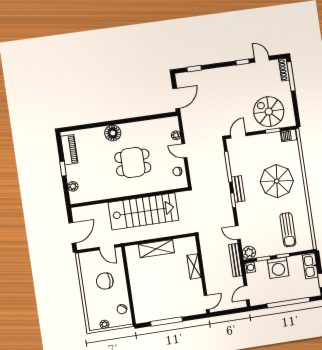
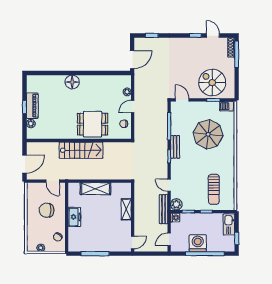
door: (238, 136) -> (182, 100), hinge flipped
piano: (69, 150) -> (32, 106), moved
door: (184, 151) -> (133, 106), hinge flipped
dining table: (133, 162) -> (93, 124), moved
parasol: (277, 181) -> (208, 134), moved
stairs: (143, 211) -> (81, 150), width x0.73, depth x0.66
washing machine: (278, 268) -> (198, 243), moved, turned 180
freezer: (137, 284) -> (74, 217), added

